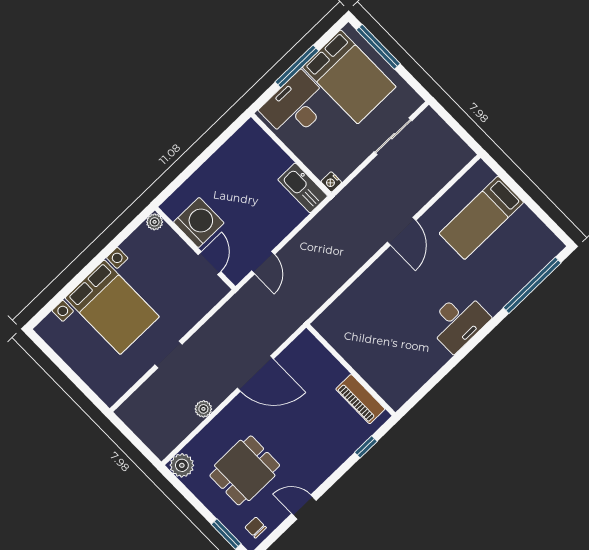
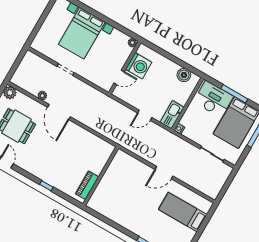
boiler: (238, 147) -> (184, 75), added
door: (263, 263) -> (145, 115), moved
desk: (458, 321) -> (125, 215), removed
wall: (351, 370) -> (101, 176), moved
door: (255, 374) -> (59, 112), moved
piano: (360, 399) -> (87, 185), moved

